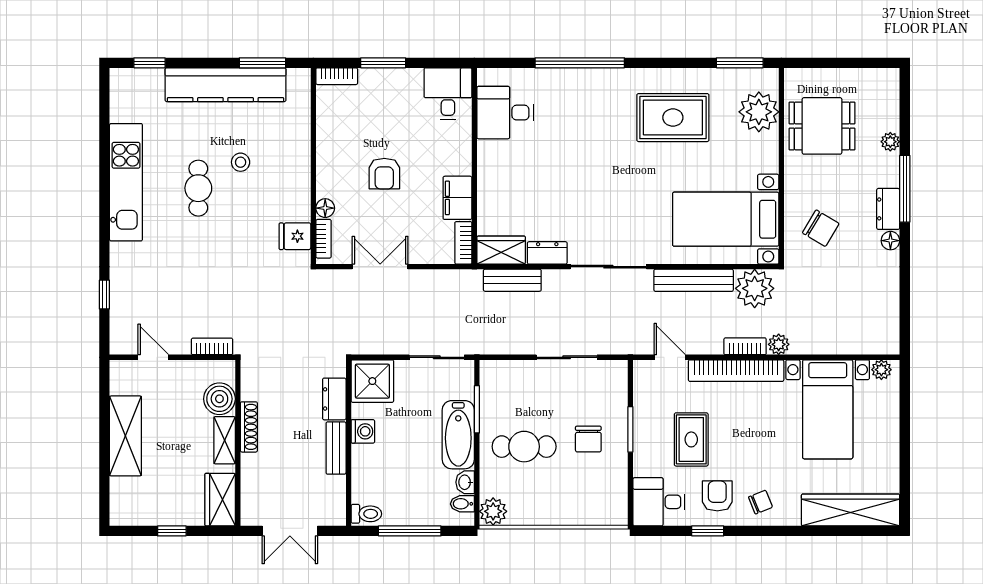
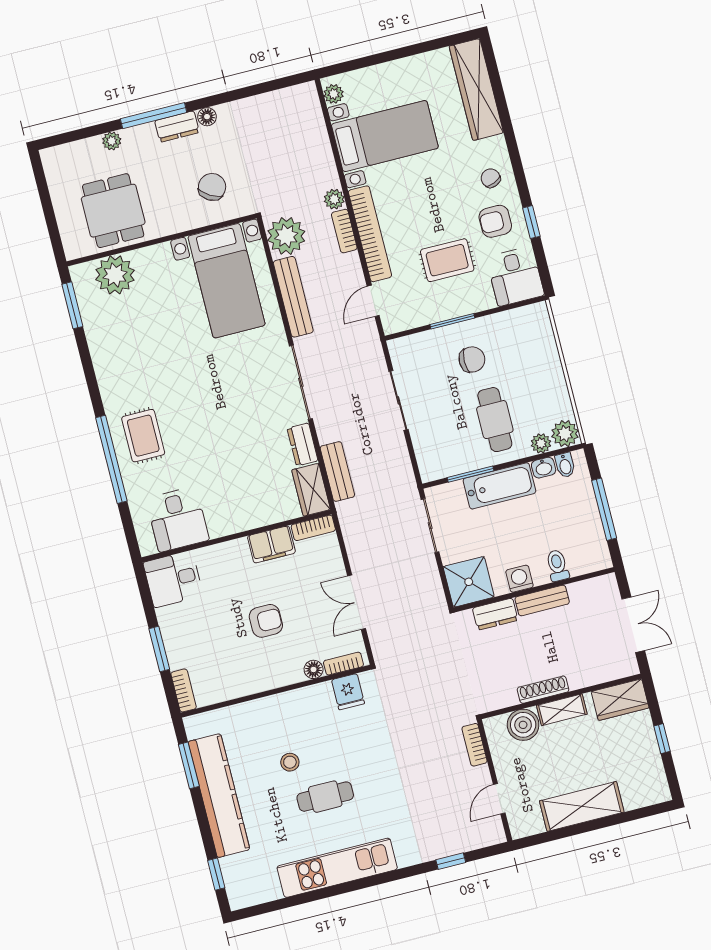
rug: (673, 118) -> (143, 436), moved, width x0.73, depth x0.70
plant: (489, 486) -> (541, 443), added
toilet: (366, 514) -> (557, 565), moved

